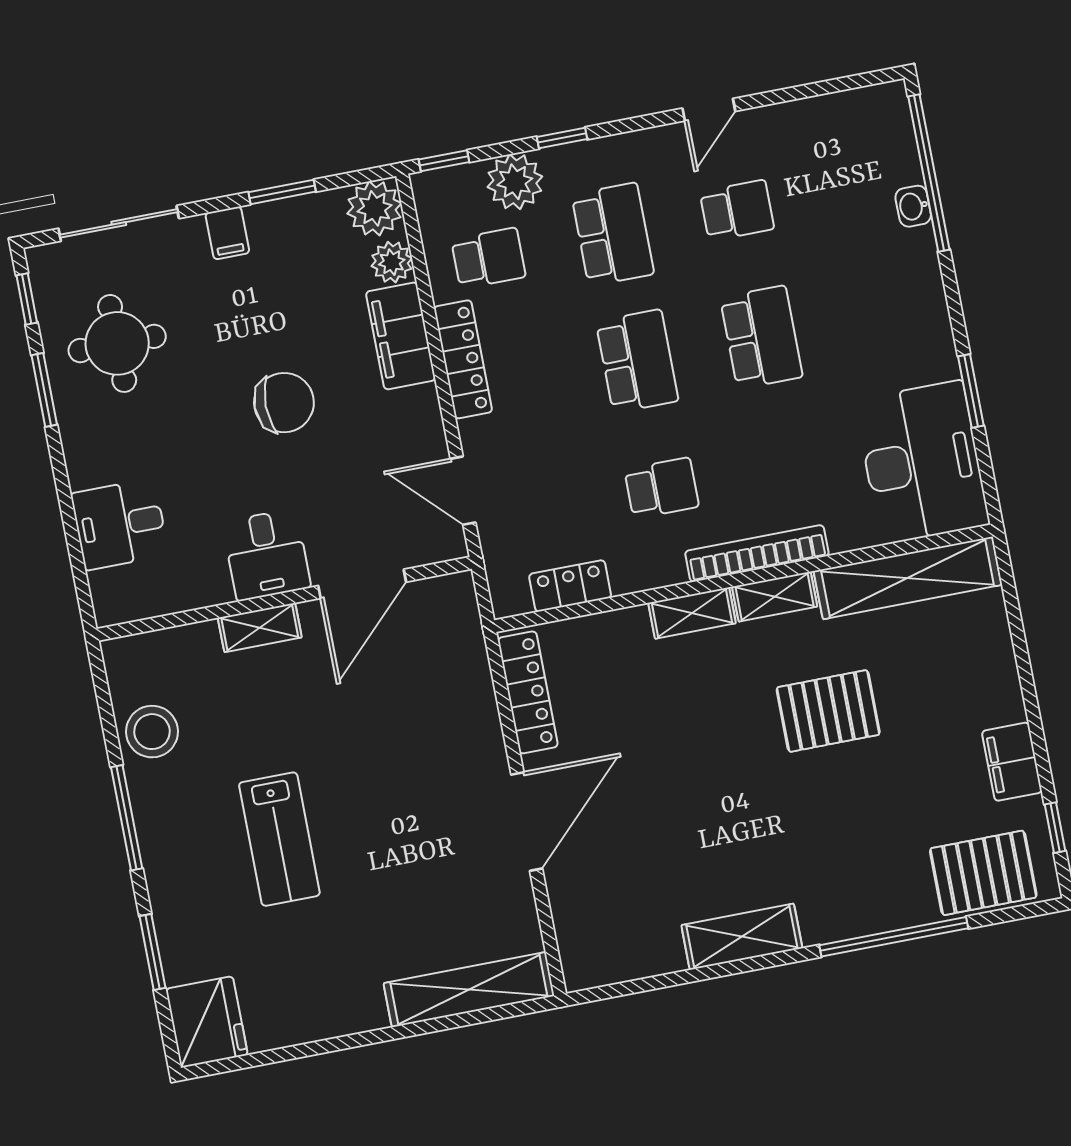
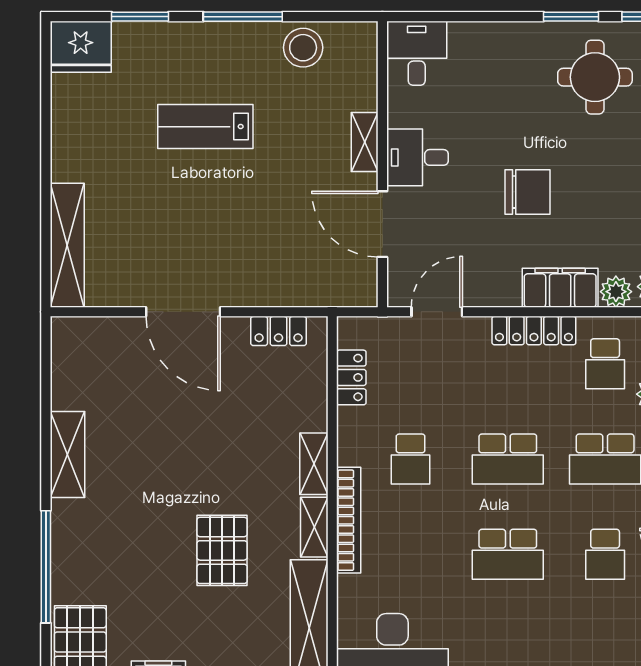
chair: (284, 403) -> (527, 192), turned -90
desk: (120, 524) -> (417, 53), moved
locker: (528, 692) -> (279, 331), width x0.66

